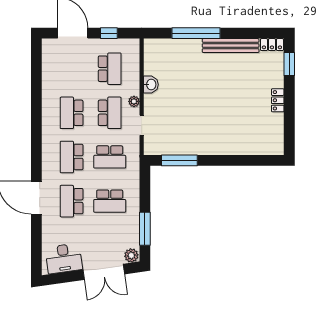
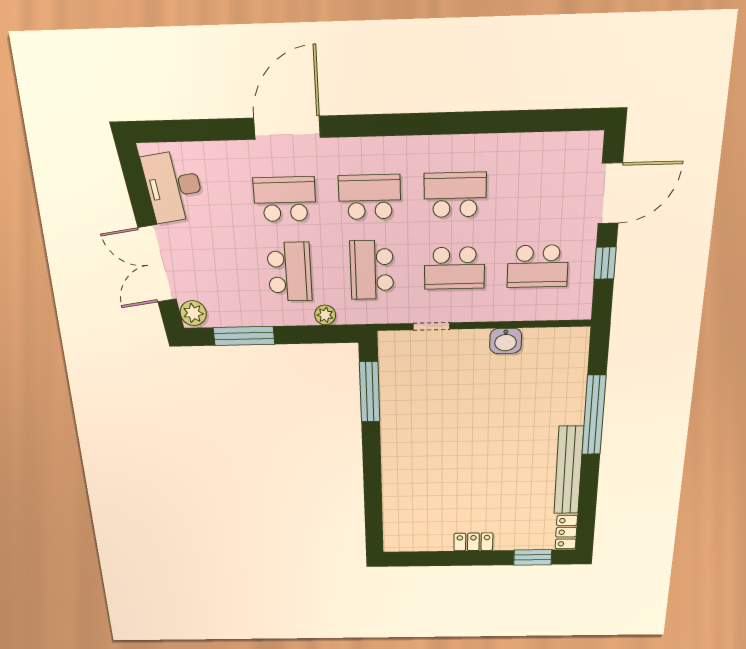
plant: (134, 101) -> (325, 315), moved
school desk: (110, 201) -> (290, 272), turned 180

